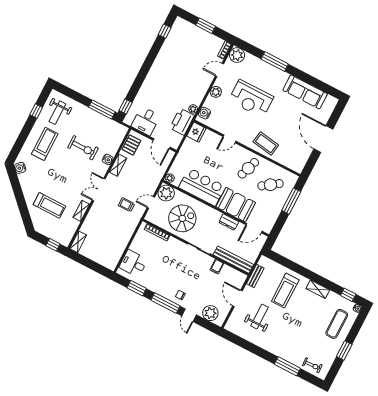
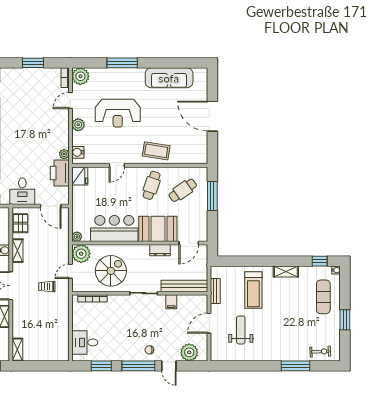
door: (237, 298) -> (209, 323), hinge flipped

